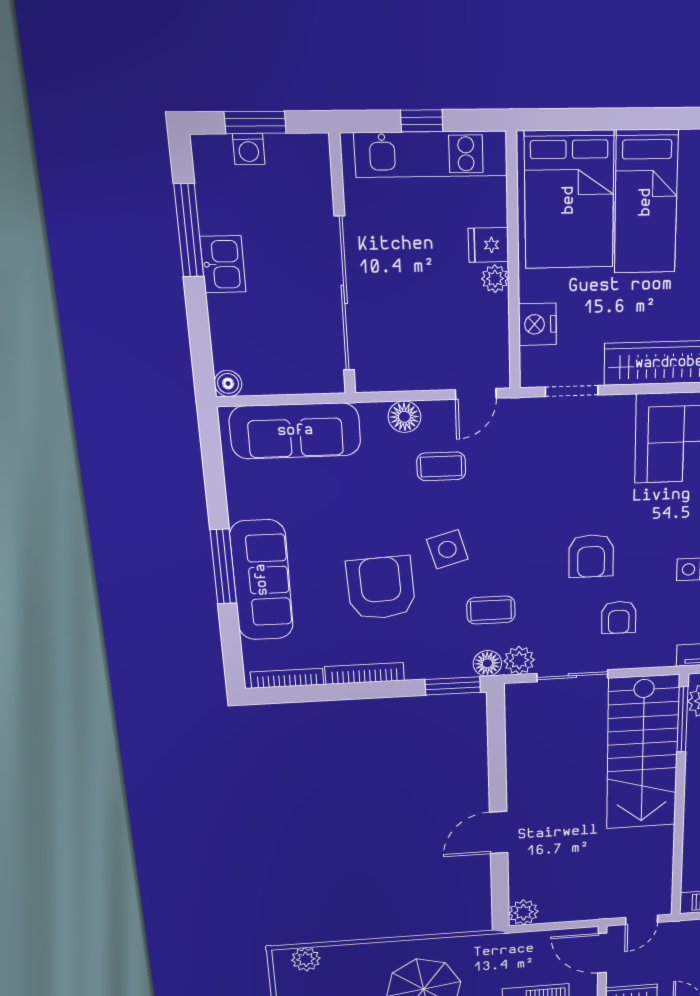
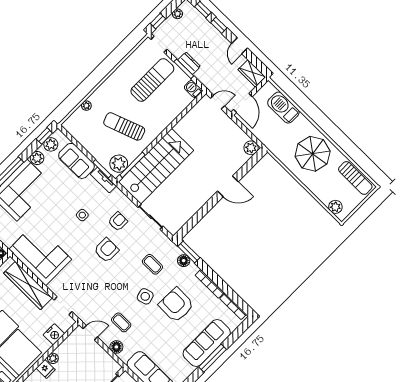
armchair: (381, 588) -> (176, 305), turned 94
plant: (519, 660) -> (161, 239), removed
floor lamp: (487, 663) -> (184, 261), moved

